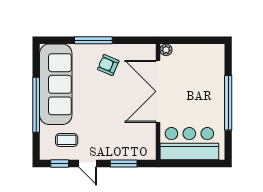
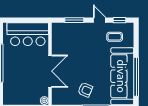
double door: (158, 91) -> (50, 71), width x0.73
window: (36, 105) -> (136, 77), moved

